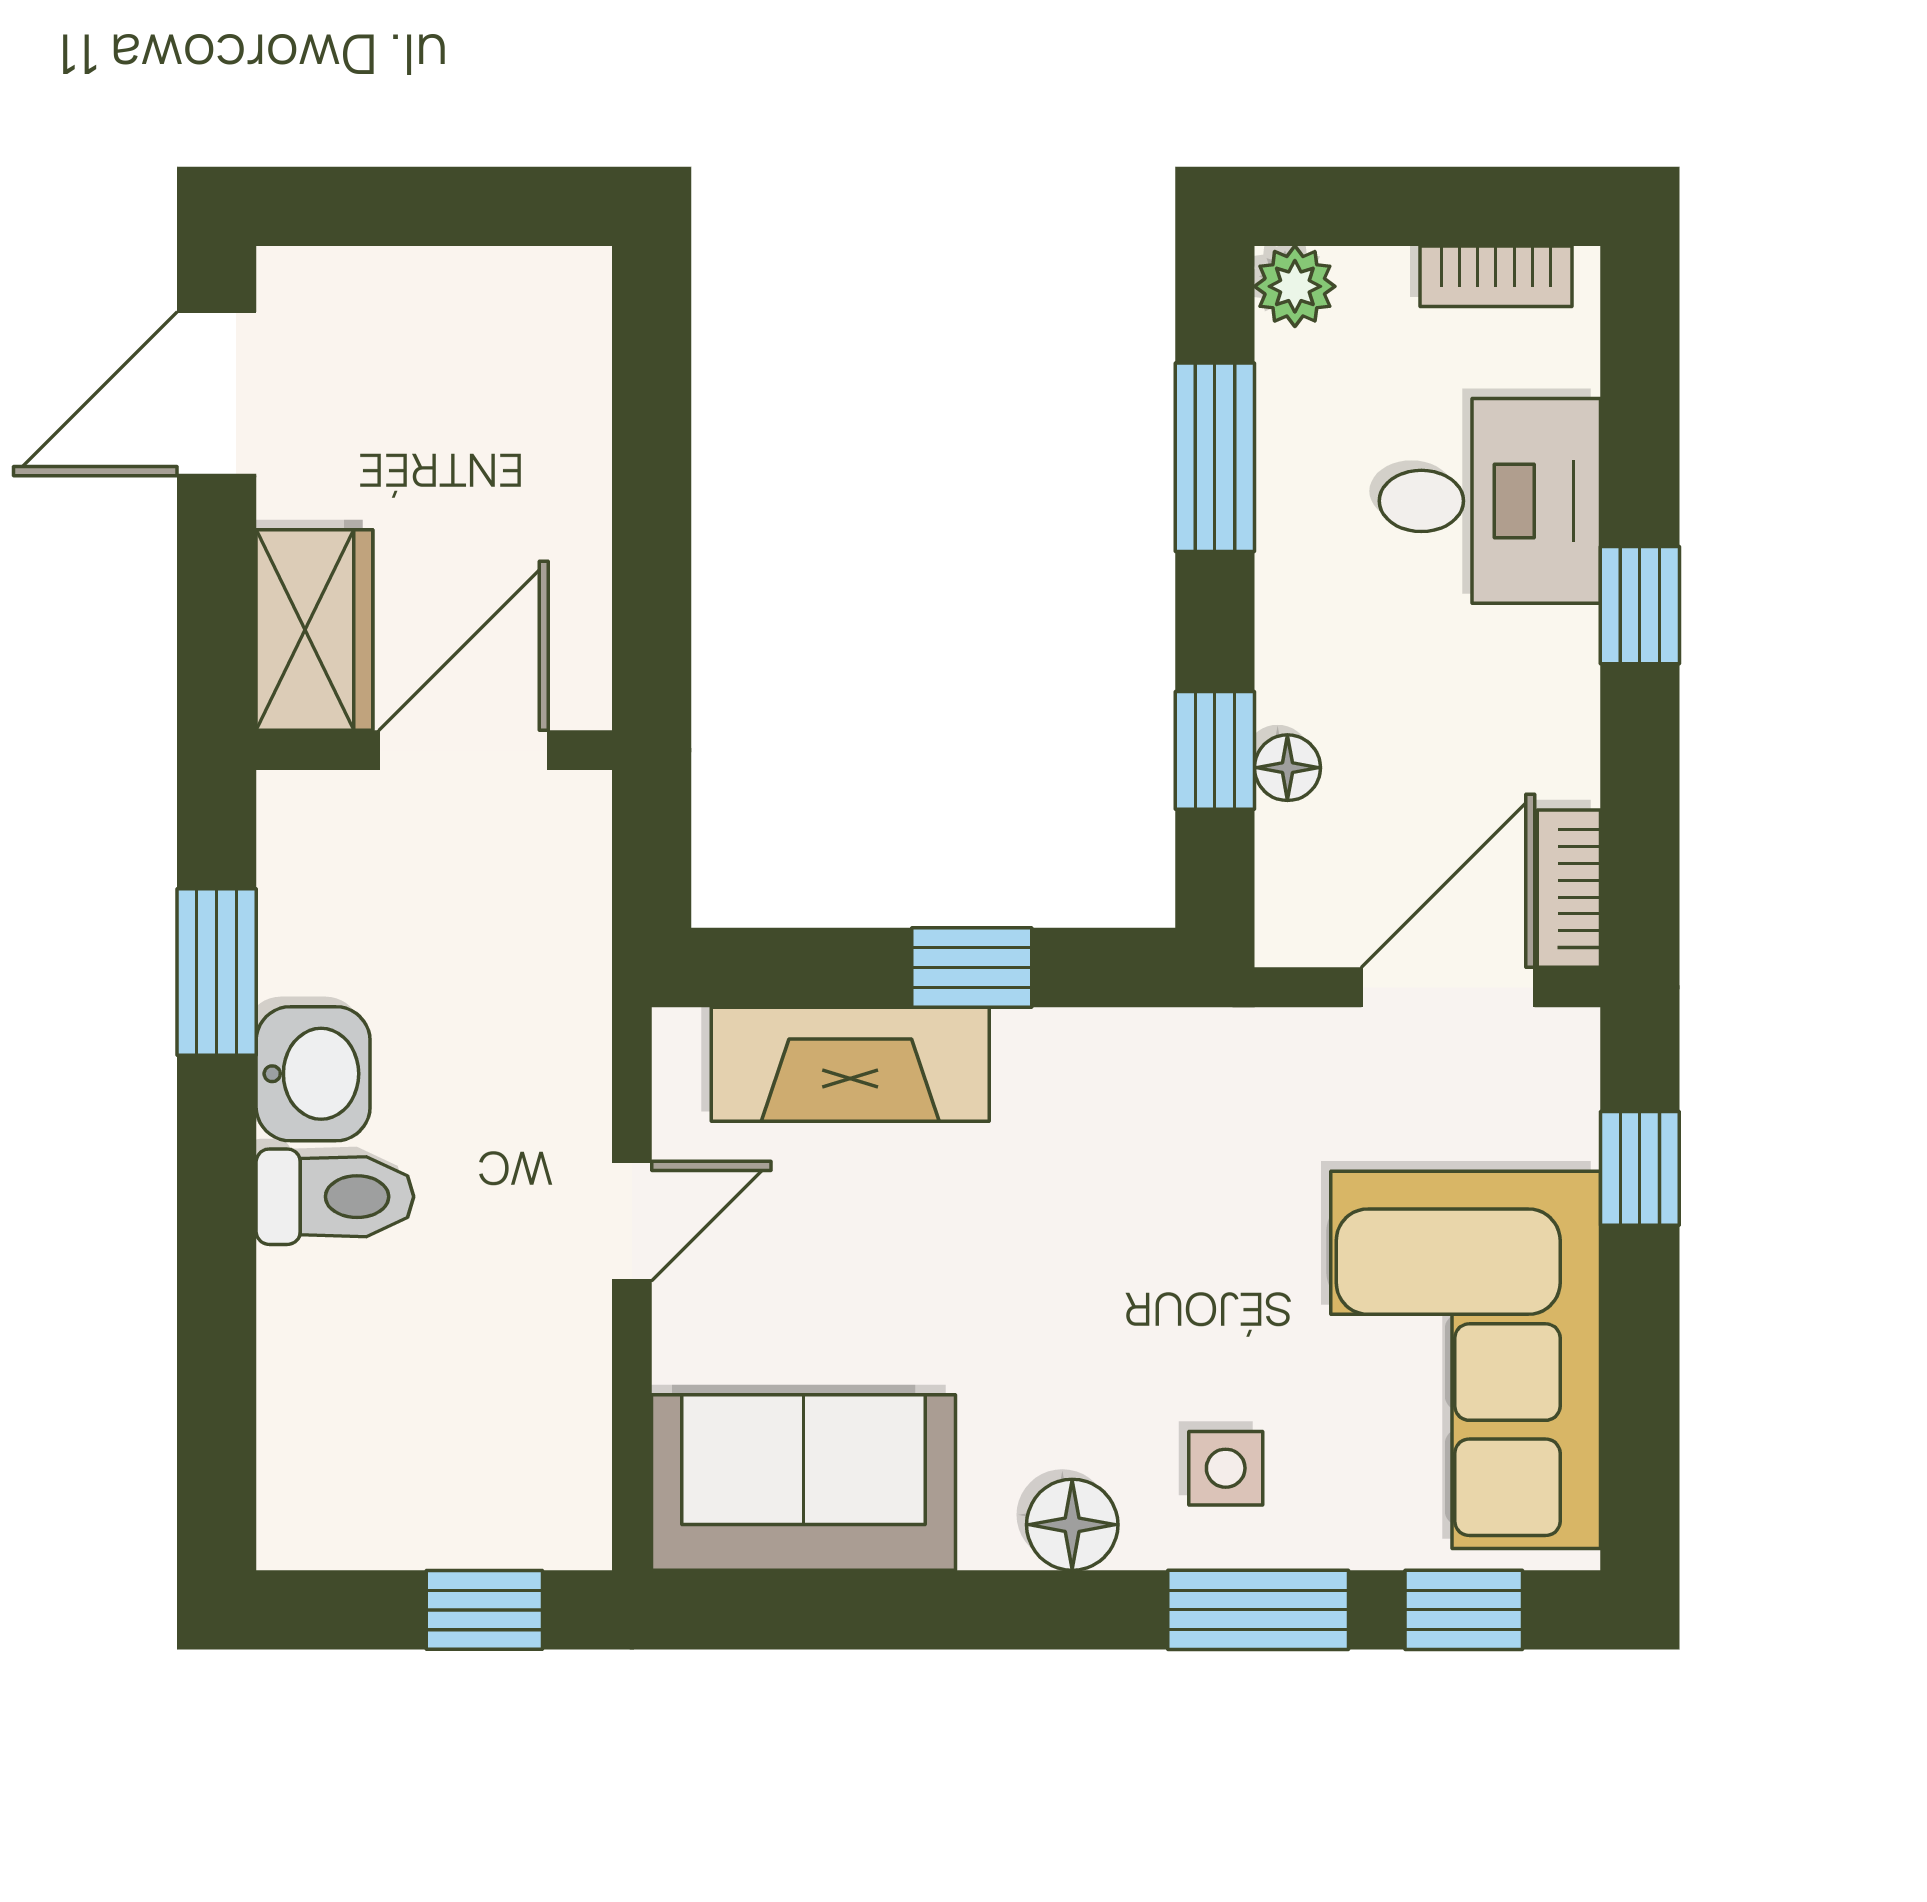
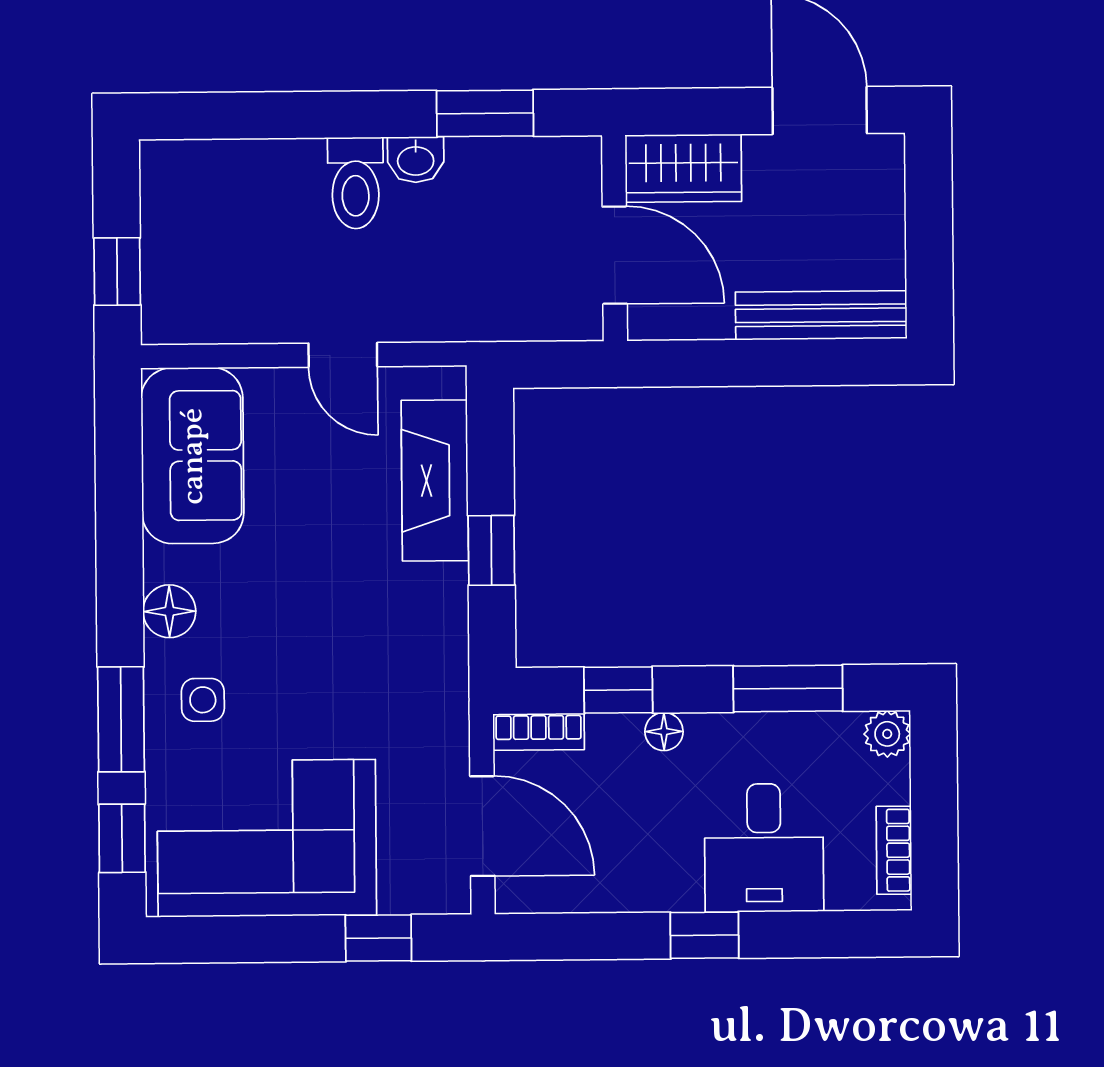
bench: (571, 394) -> (821, 315), added
floor lamp: (1287, 768) -> (664, 732), moved
bookcase: (1569, 889) -> (539, 732), moved, turned 180
washbasin: (313, 1074) -> (416, 160), width x0.72, depth x0.69

